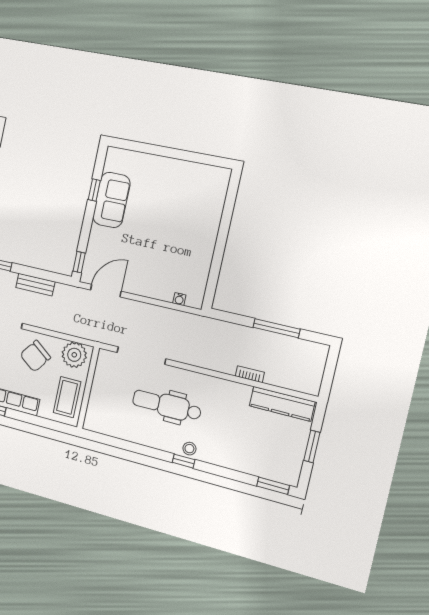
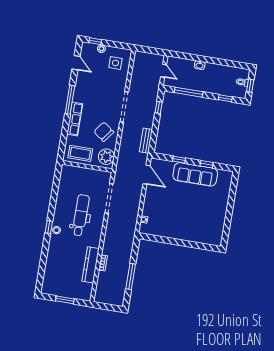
sofa: (111, 200) -> (195, 174), width x1.36
window: (79, 262) -> (179, 160), moved
bench: (35, 285) -> (146, 141), moved
kitchen counter: (282, 404) -> (90, 265), moved
window: (273, 486) -> (40, 279), removed

